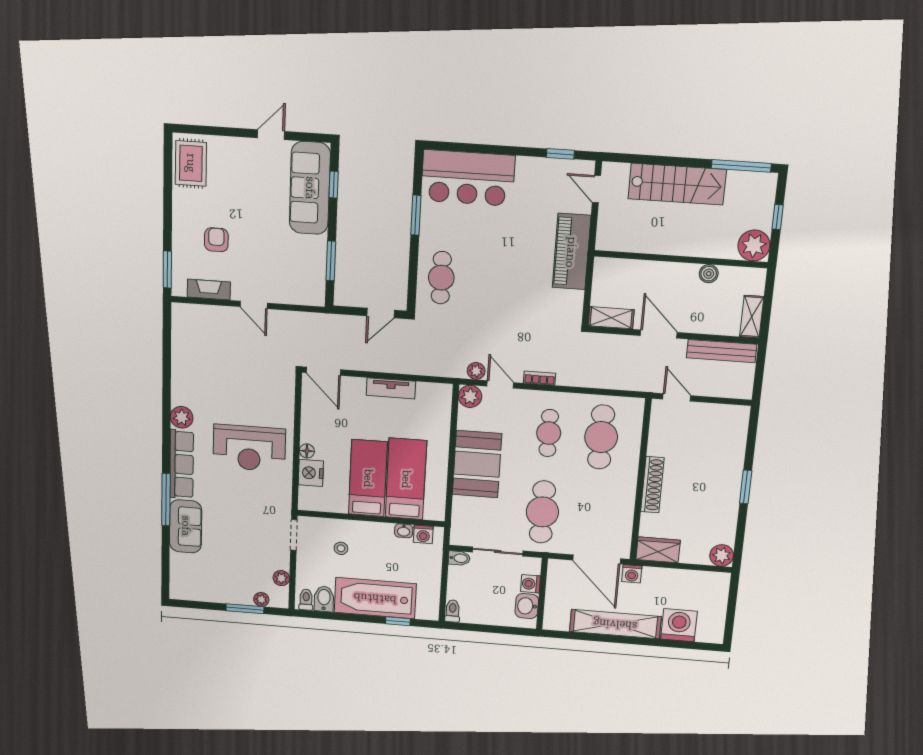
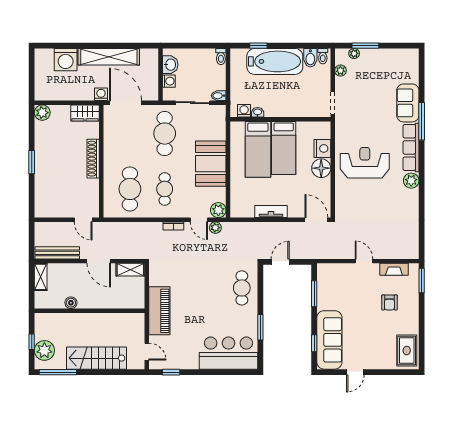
plant: (754, 245) -> (44, 350), moved
floor lamp: (307, 451) -> (321, 168), width x1.89, depth x1.89
stool: (341, 548) -> (300, 96), removed

